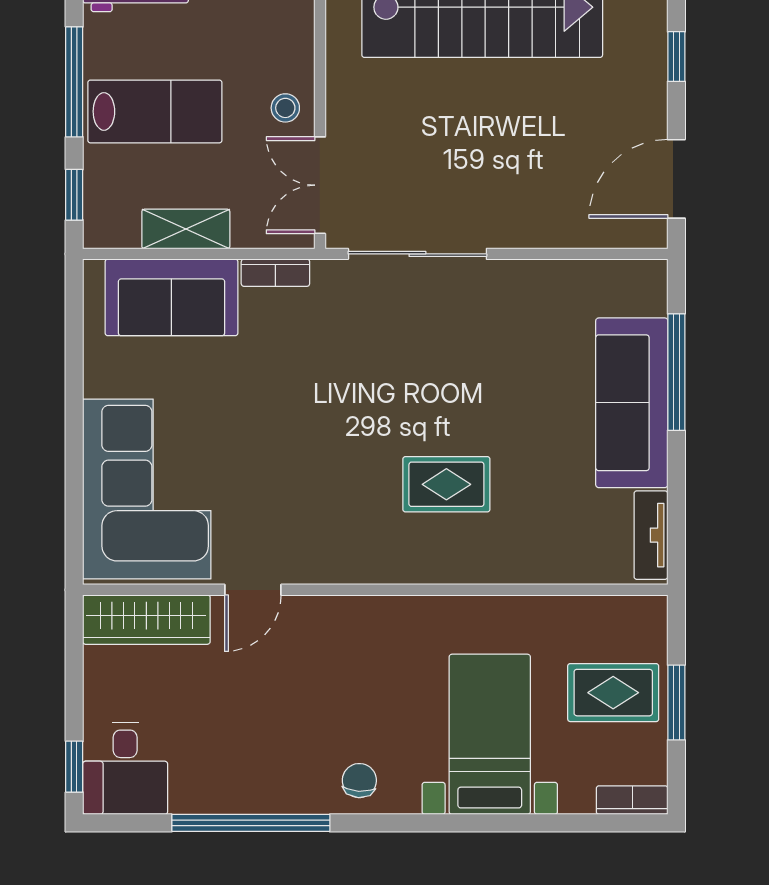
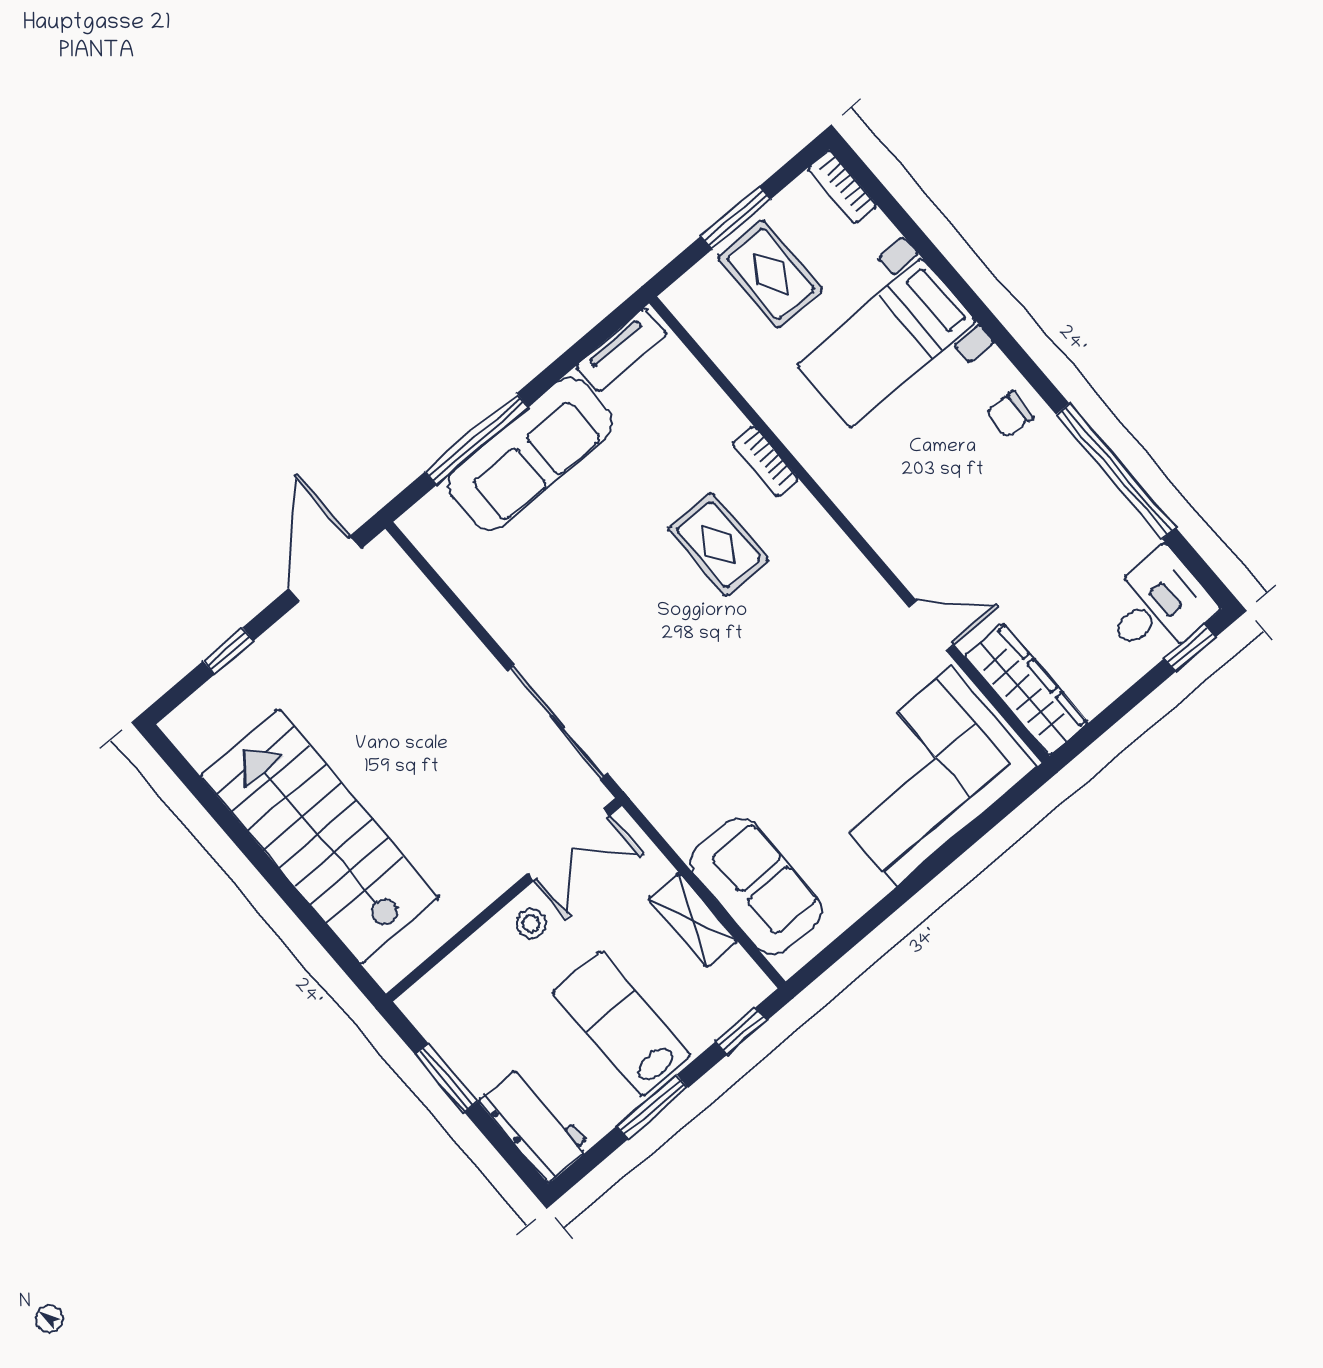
window: (74, 82) -> (652, 1107), width x0.69
door: (676, 179) -> (325, 569), swing flipped
bookcase: (275, 273) -> (766, 461), moved, turned 180

